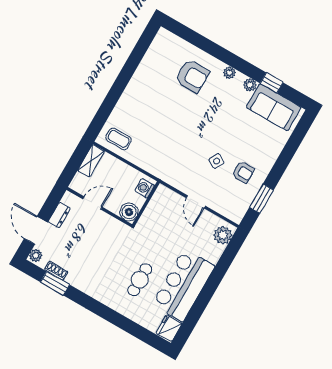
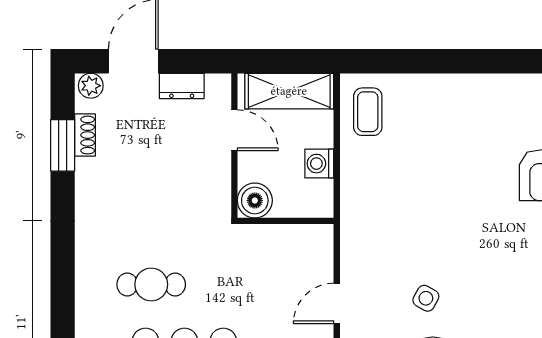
shelving: (91, 161) -> (289, 91), width x1.50, depth x1.33
washing machine: (145, 188) -> (319, 164), moved, turned -90

